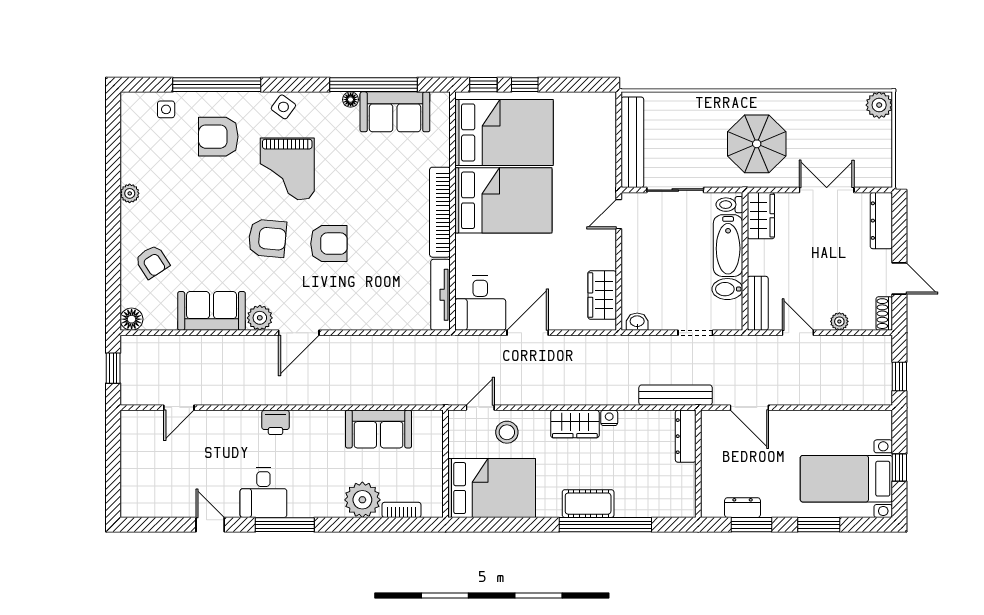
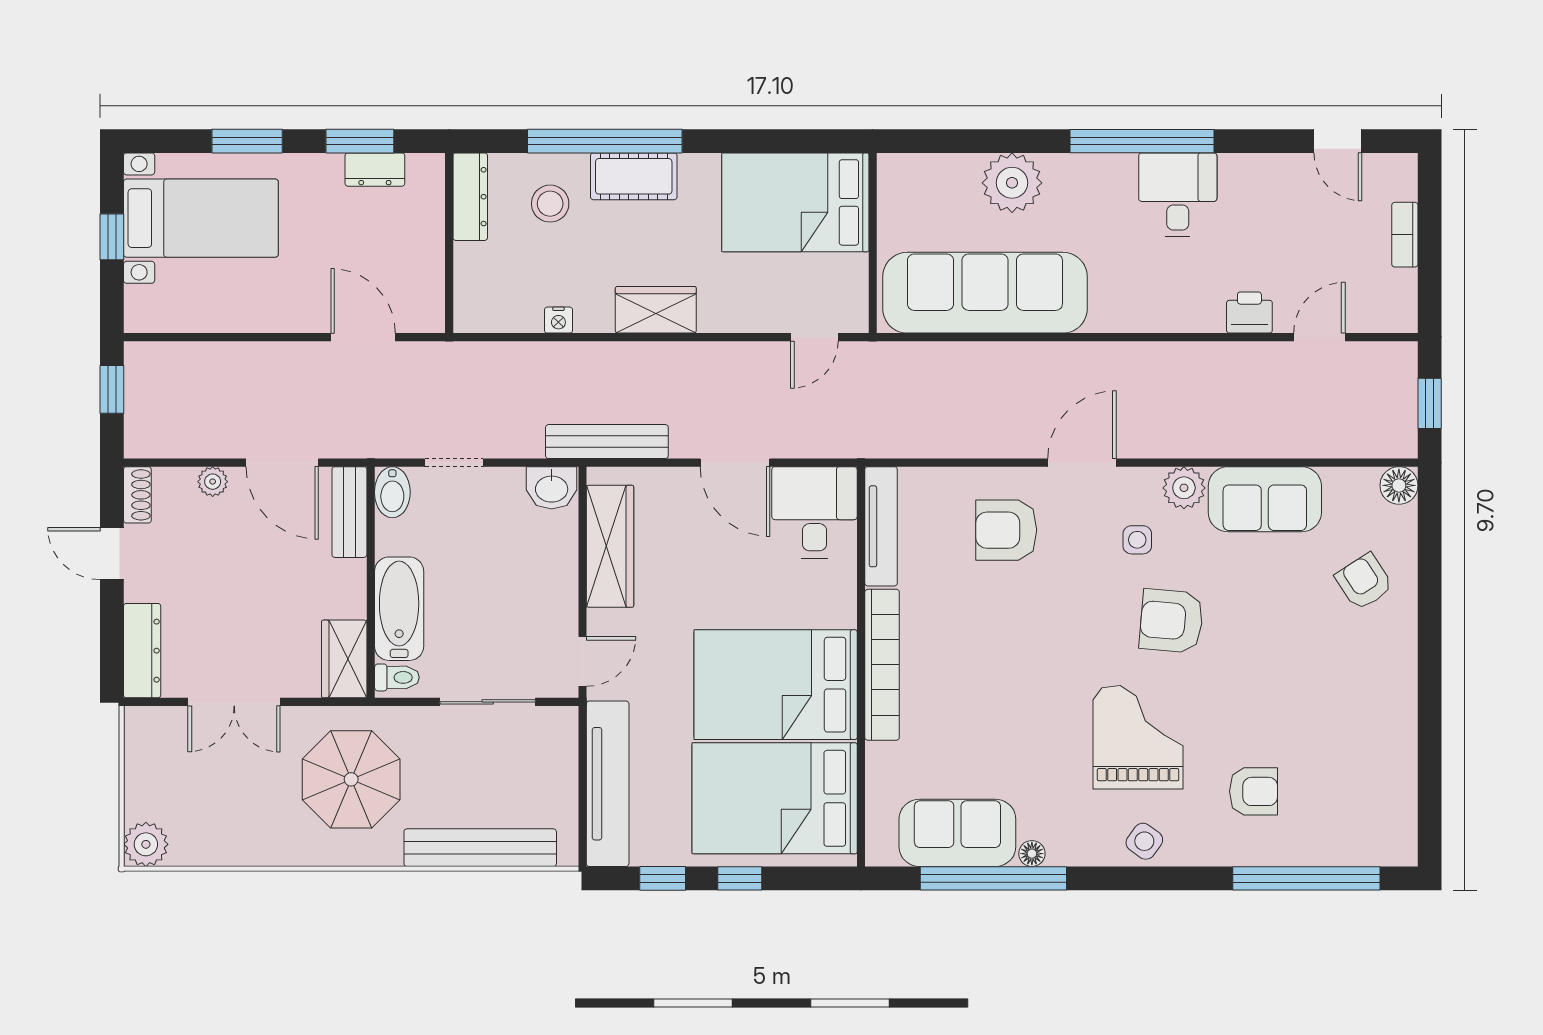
window: (217, 85) -> (1306, 878), moved
window: (483, 85) -> (663, 878), moved
side table: (166, 109) -> (1137, 540), moved
armchair: (218, 137) -> (1253, 791), width x0.72, depth x0.72
tv unit: (604, 141) -> (608, 784), added
bench: (632, 142) -> (480, 848), moved, turned 90
plant: (130, 193) -> (1402, 696), removed
armchair: (329, 244) -> (1006, 530), moved
bidet: (727, 289) -> (392, 492), moved, turned 90
wardrobe: (602, 295) -> (610, 546), width x1.50
washbasin: (637, 322) -> (552, 488), width x1.38, depth x1.45
door: (299, 333) -> (1082, 463), moved
door: (528, 333) -> (735, 463), hinge flipped
door: (798, 333) -> (282, 463), width x1.38
bench: (676, 395) -> (607, 442), moved
nightstand: (609, 418) -> (558, 320), moved
printer: (275, 422) -> (1249, 313), moved
sofa: (379, 429) -> (985, 293), width x1.85, depth x1.27
stool: (507, 432) -> (550, 204), moved
dresser: (686, 436) -> (470, 197), moved
bookcase: (401, 510) -> (1405, 235), moved, turned 90
door: (210, 525) -> (1338, 141), moved
window: (285, 525) -> (1142, 141), width x1.46

